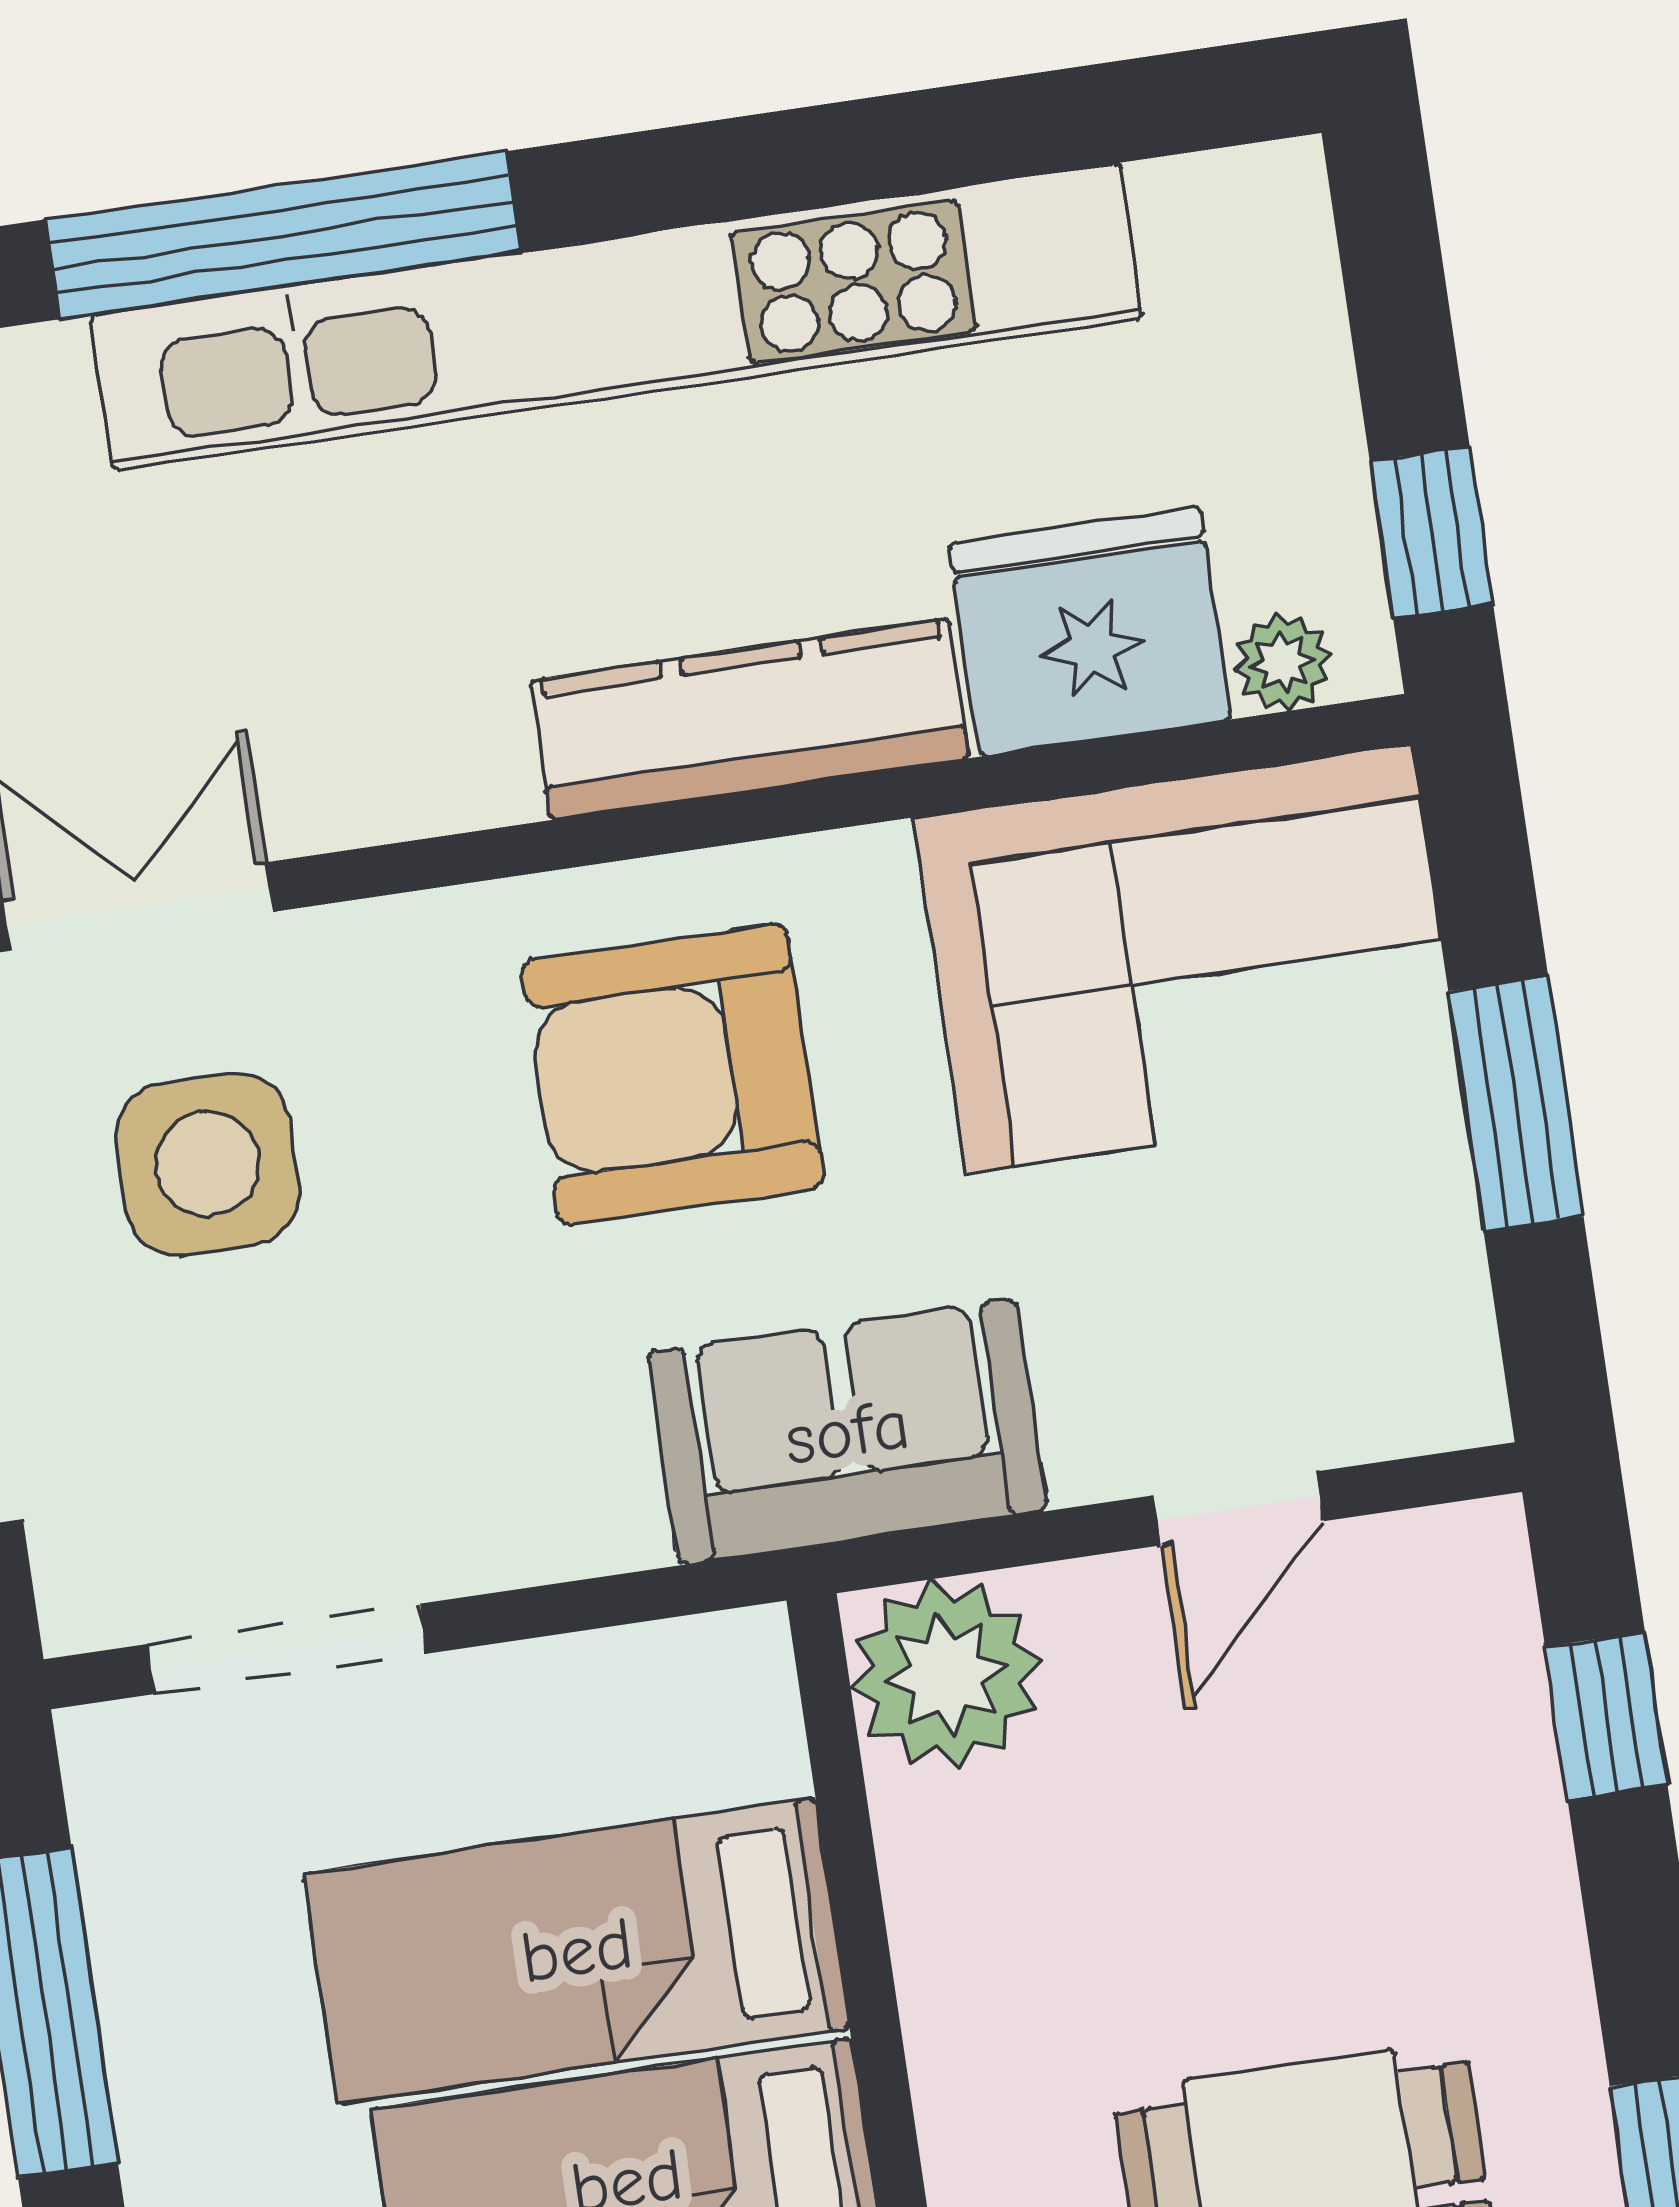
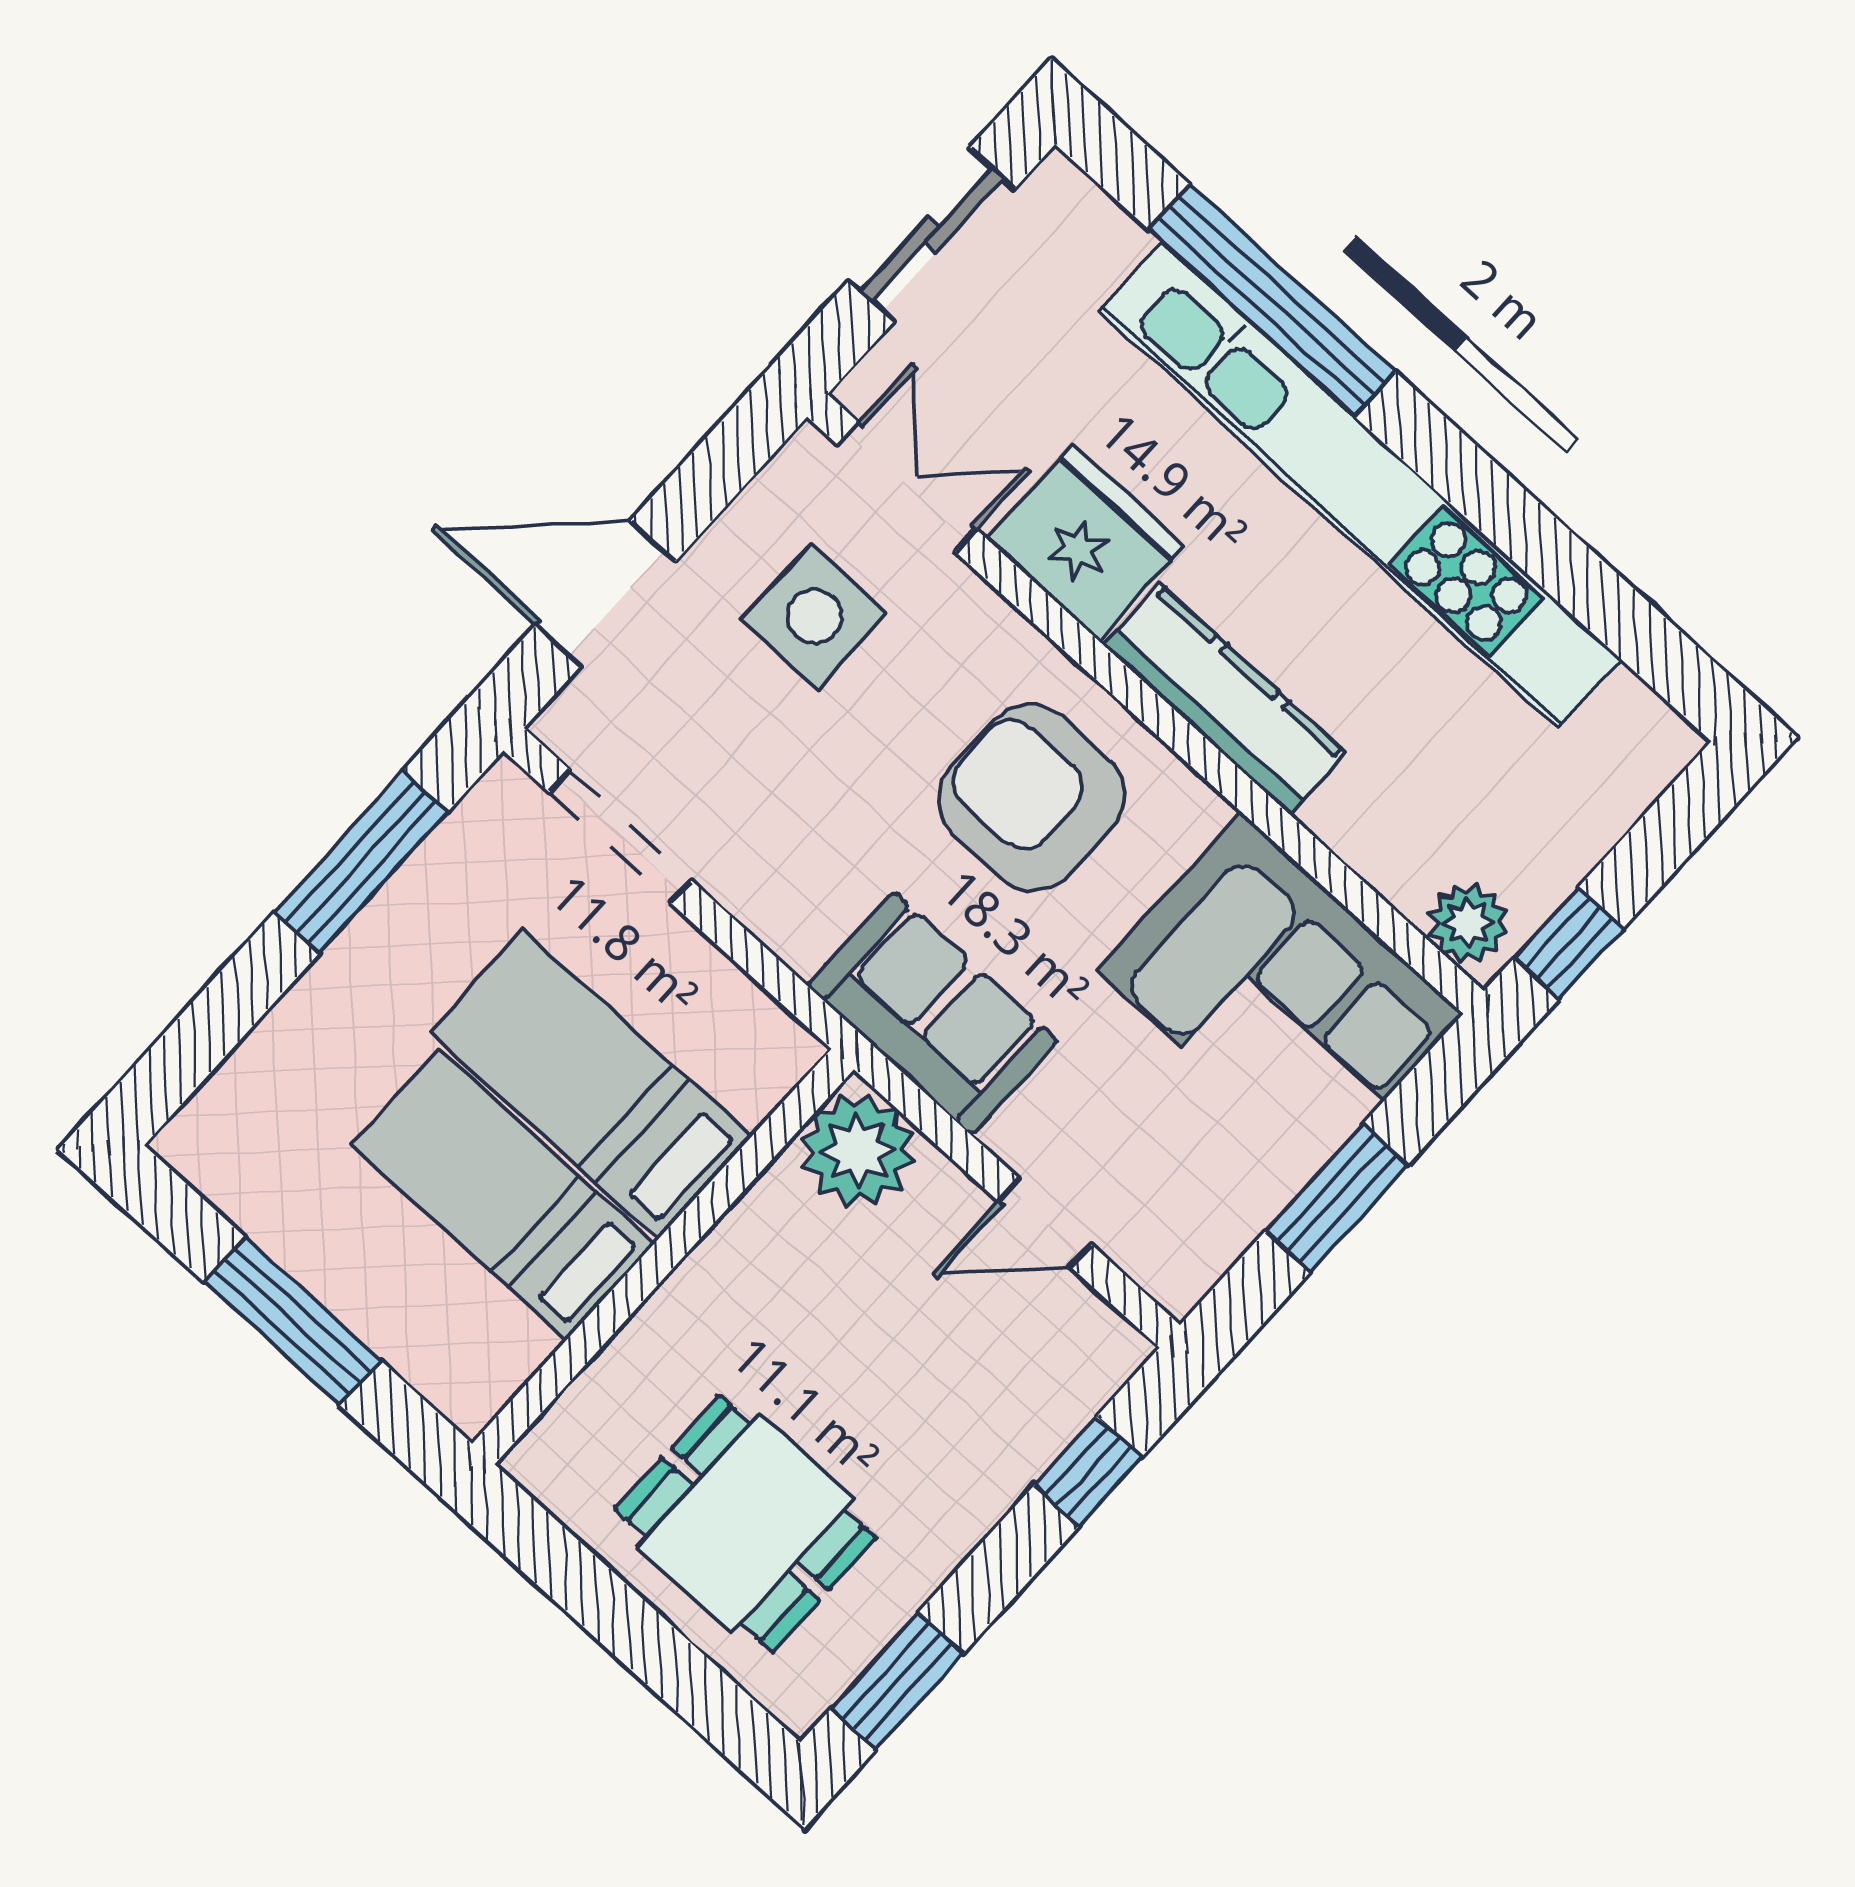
fridge: (1090, 632) -> (1086, 542), moved
plant: (1283, 662) -> (1468, 923), width x1.38, depth x1.38

